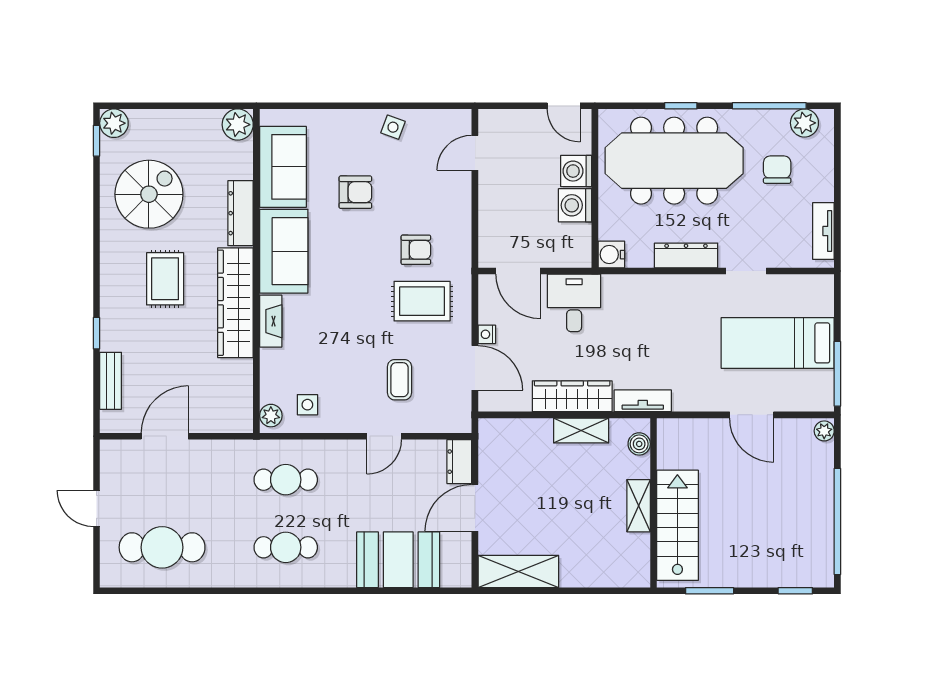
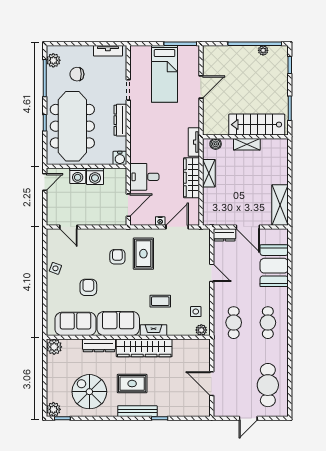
coffee table: (400, 380) -> (160, 301), moved
bench: (111, 381) -> (137, 411), moved, width x1.36
plant: (824, 431) -> (263, 50), moved

